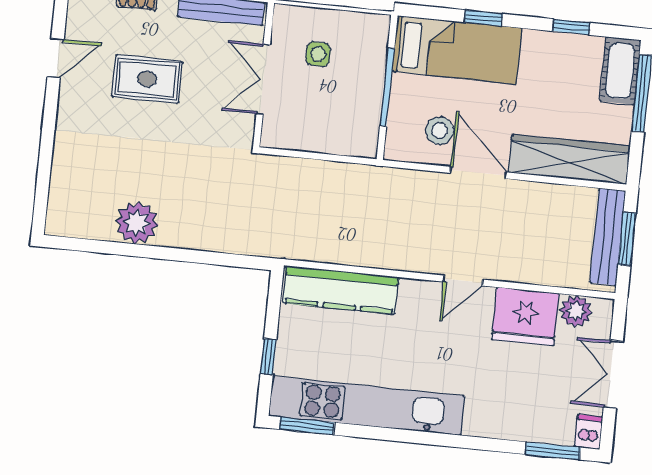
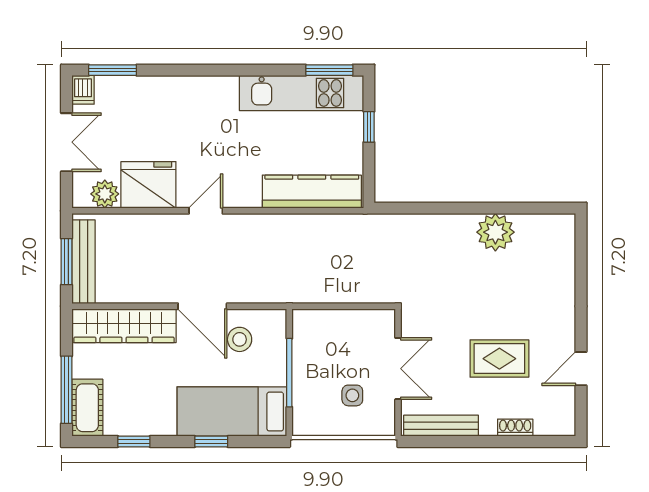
kitchen unit: (367, 406) -> (301, 93), width x0.73

